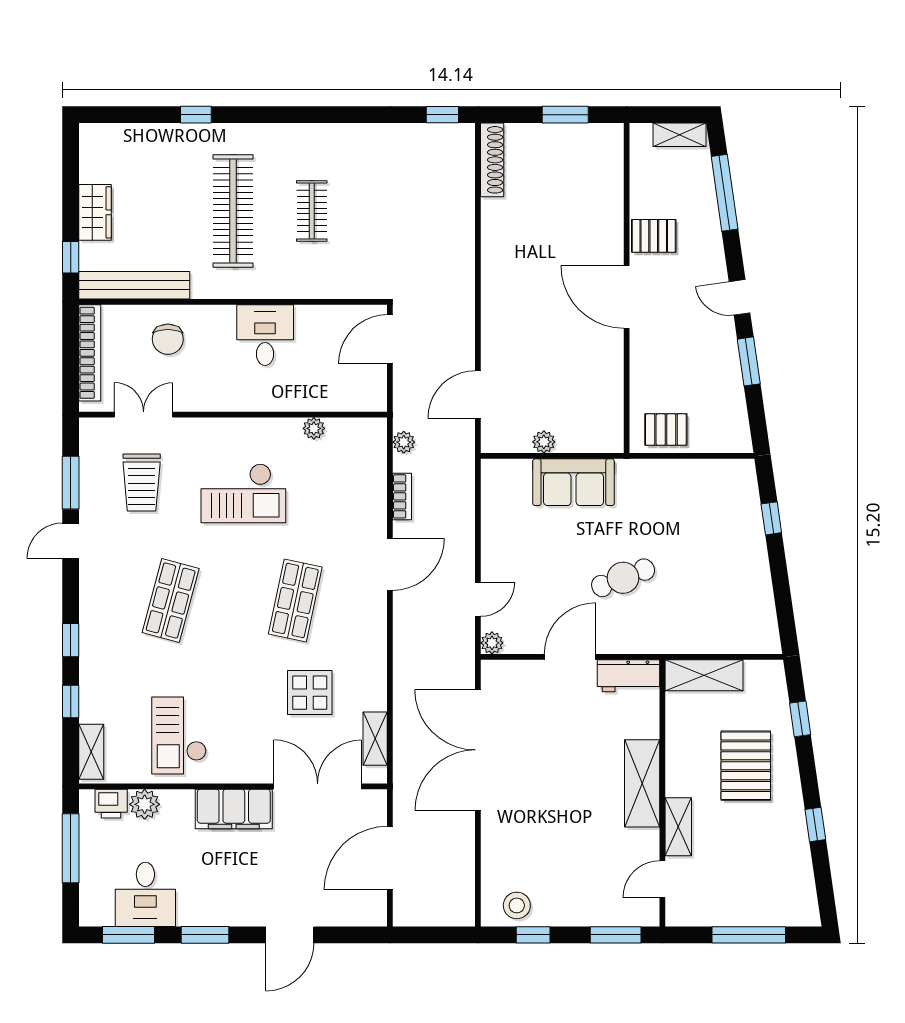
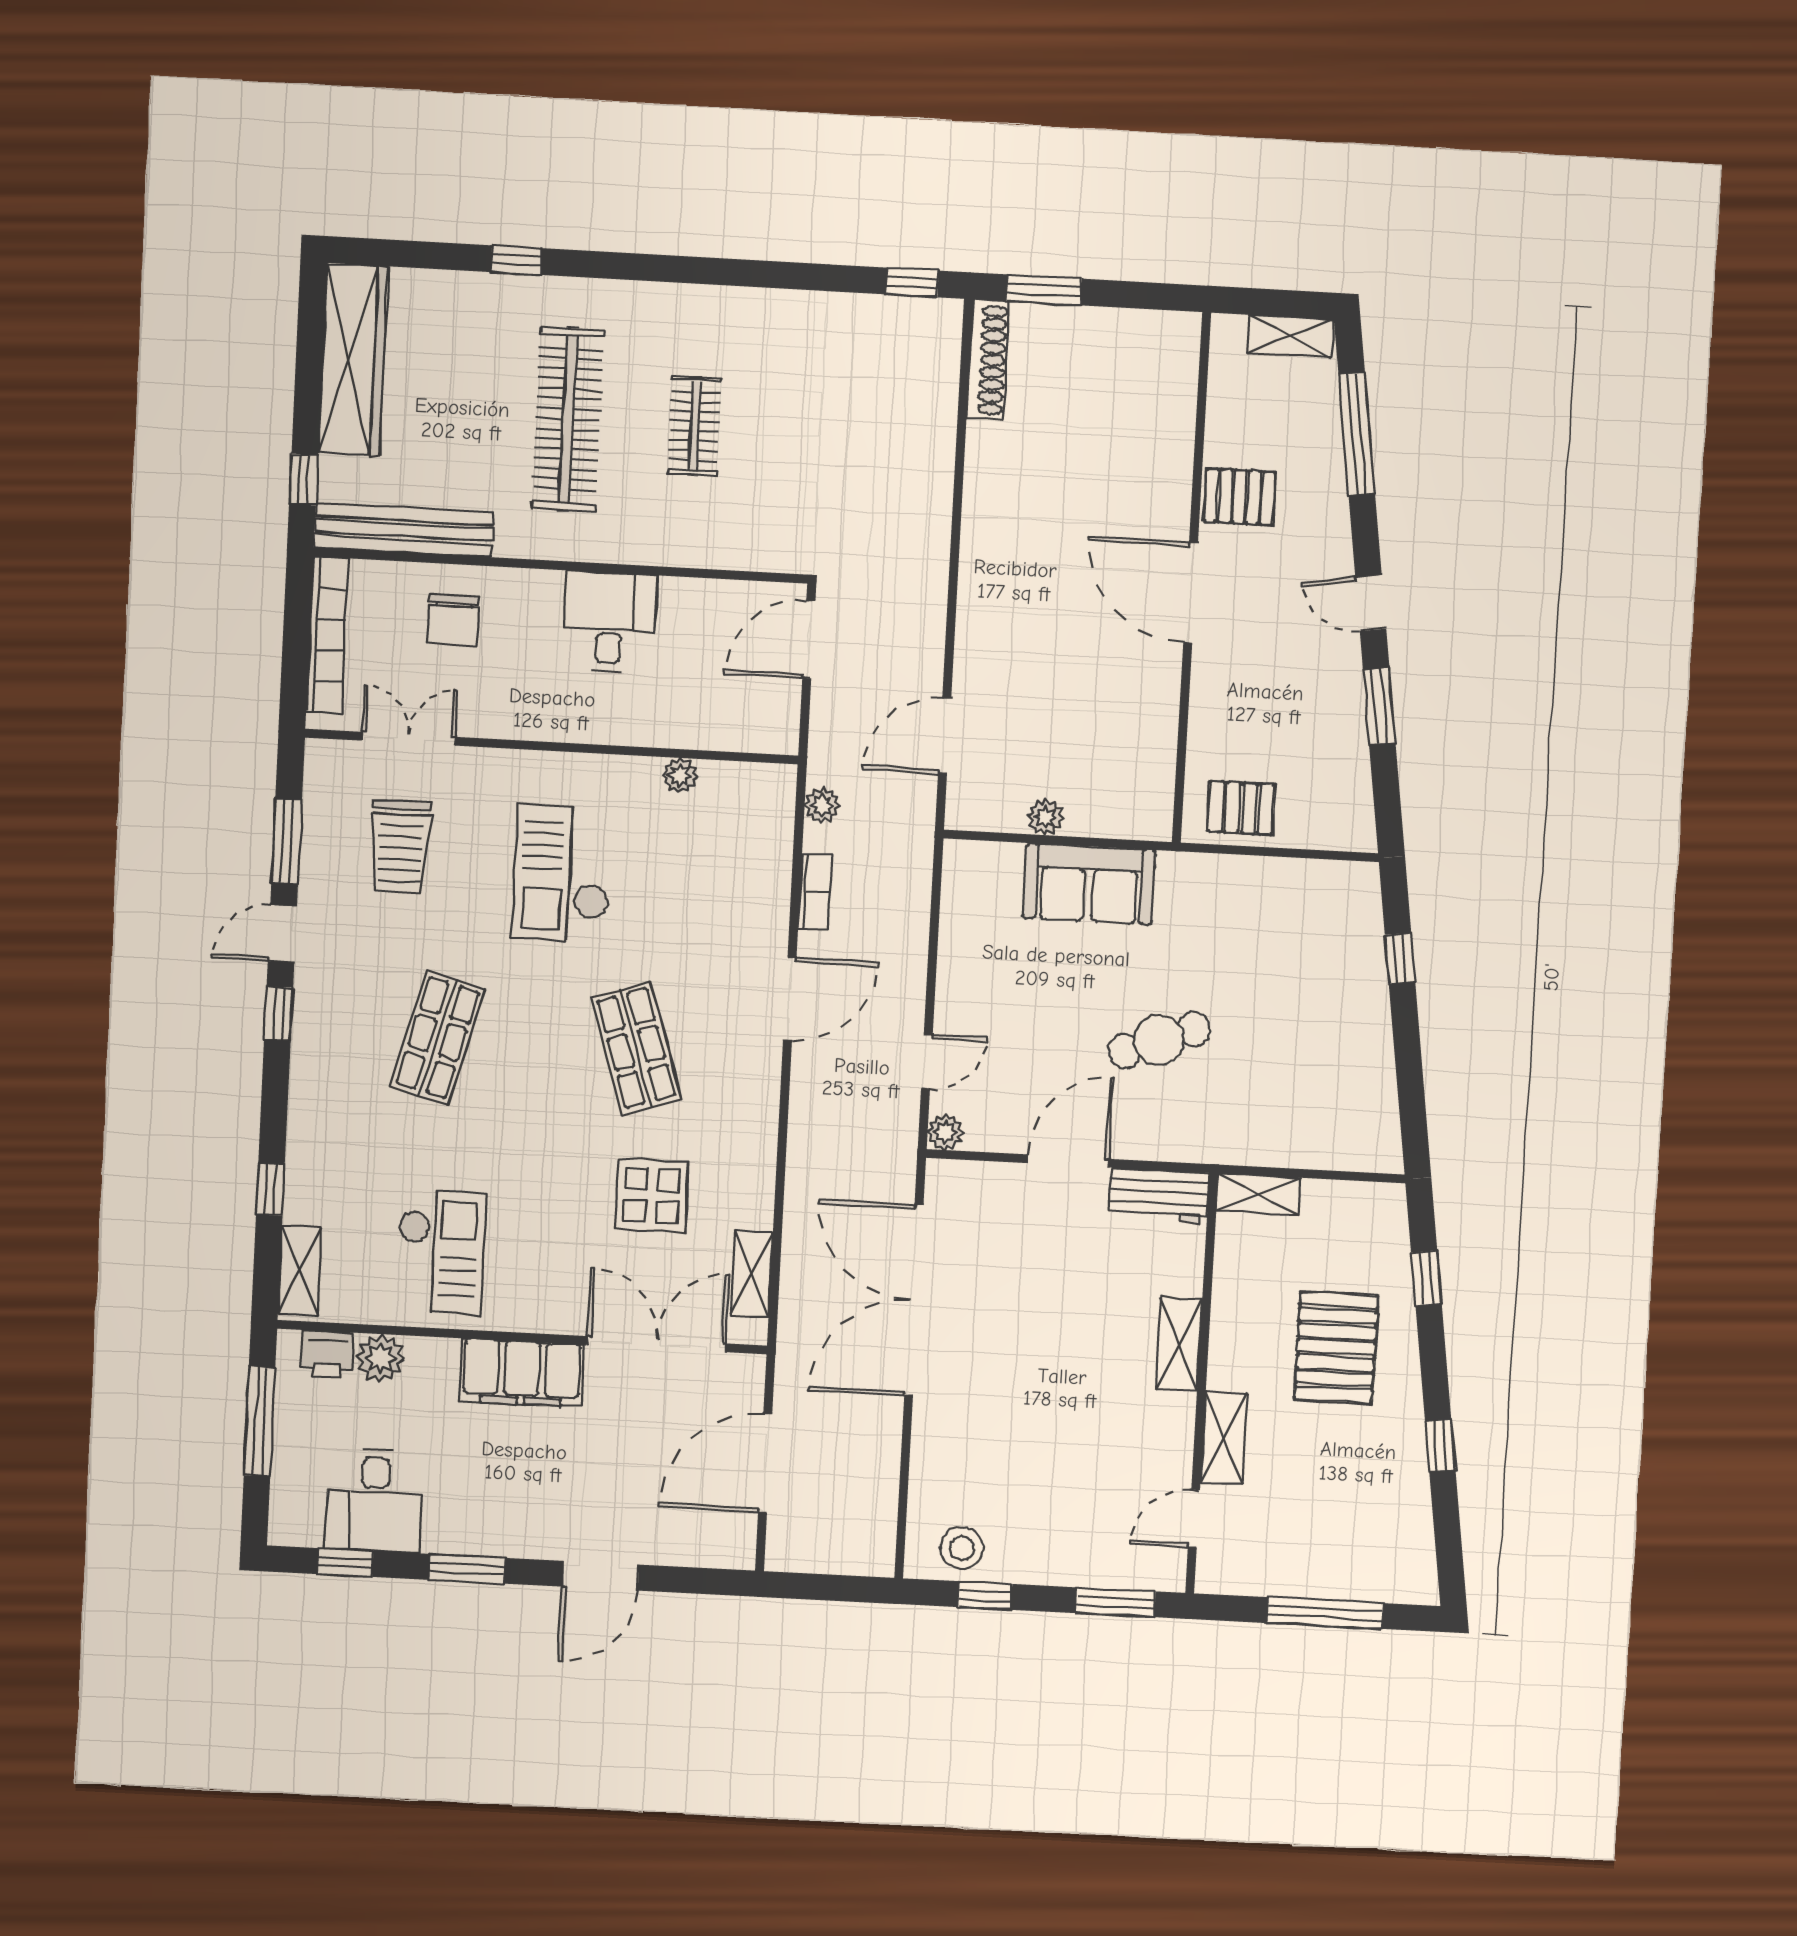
window: (565, 115) -> (1044, 290), moved
wardrobe: (95, 212) -> (353, 360), width x2.10, depth x1.17
checkout: (243, 493) -> (562, 873), turned 90
shop shelf: (295, 600) -> (636, 1048), turned -30
window: (71, 640) -> (279, 1013), moved
shelving: (704, 675) -> (1258, 1194), width x0.67, depth x0.75
checkout: (179, 735) -> (441, 1252), turned 180
shelving: (642, 783) -> (1179, 1344), width x0.67, depth x0.75
window: (129, 935) -> (345, 1563), width x0.67

